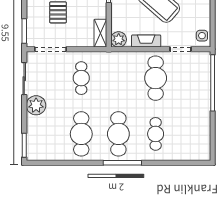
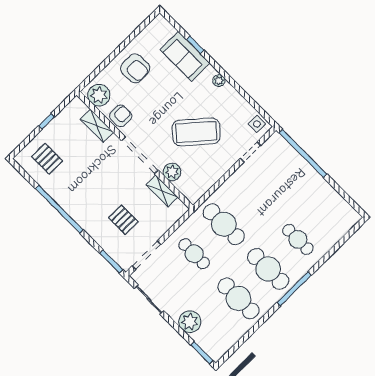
shelving: (100, 33) -> (162, 191), moved
plant: (119, 39) -> (172, 172), moved
fireplace: (146, 41) -> (216, 173), removed
cafe table: (156, 78) -> (224, 224), moved
plant: (36, 105) -> (190, 322), moved

